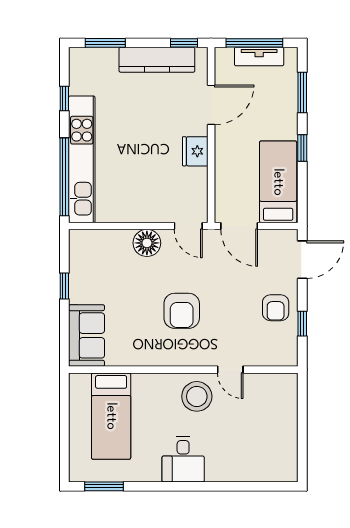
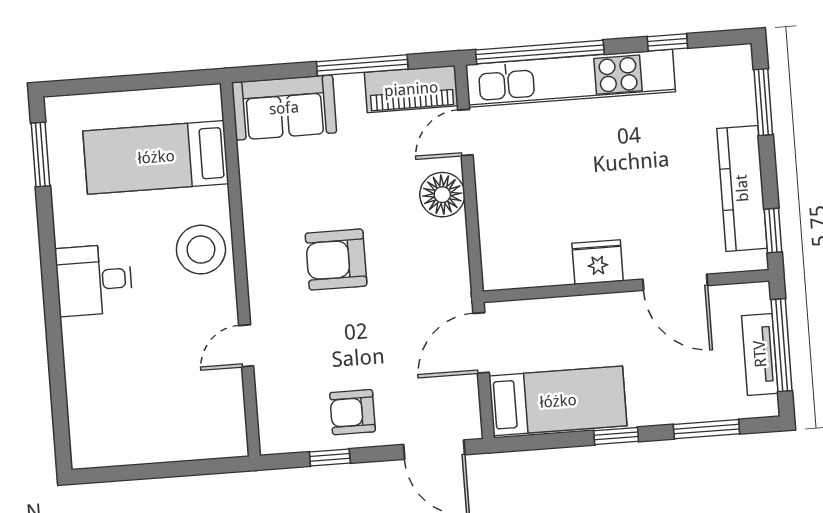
door: (188, 226) -> (465, 132), moved
piano: (81, 257) -> (411, 89), added
window: (64, 286) -> (362, 65), width x2.17
stool: (197, 396) -> (201, 250), moved

